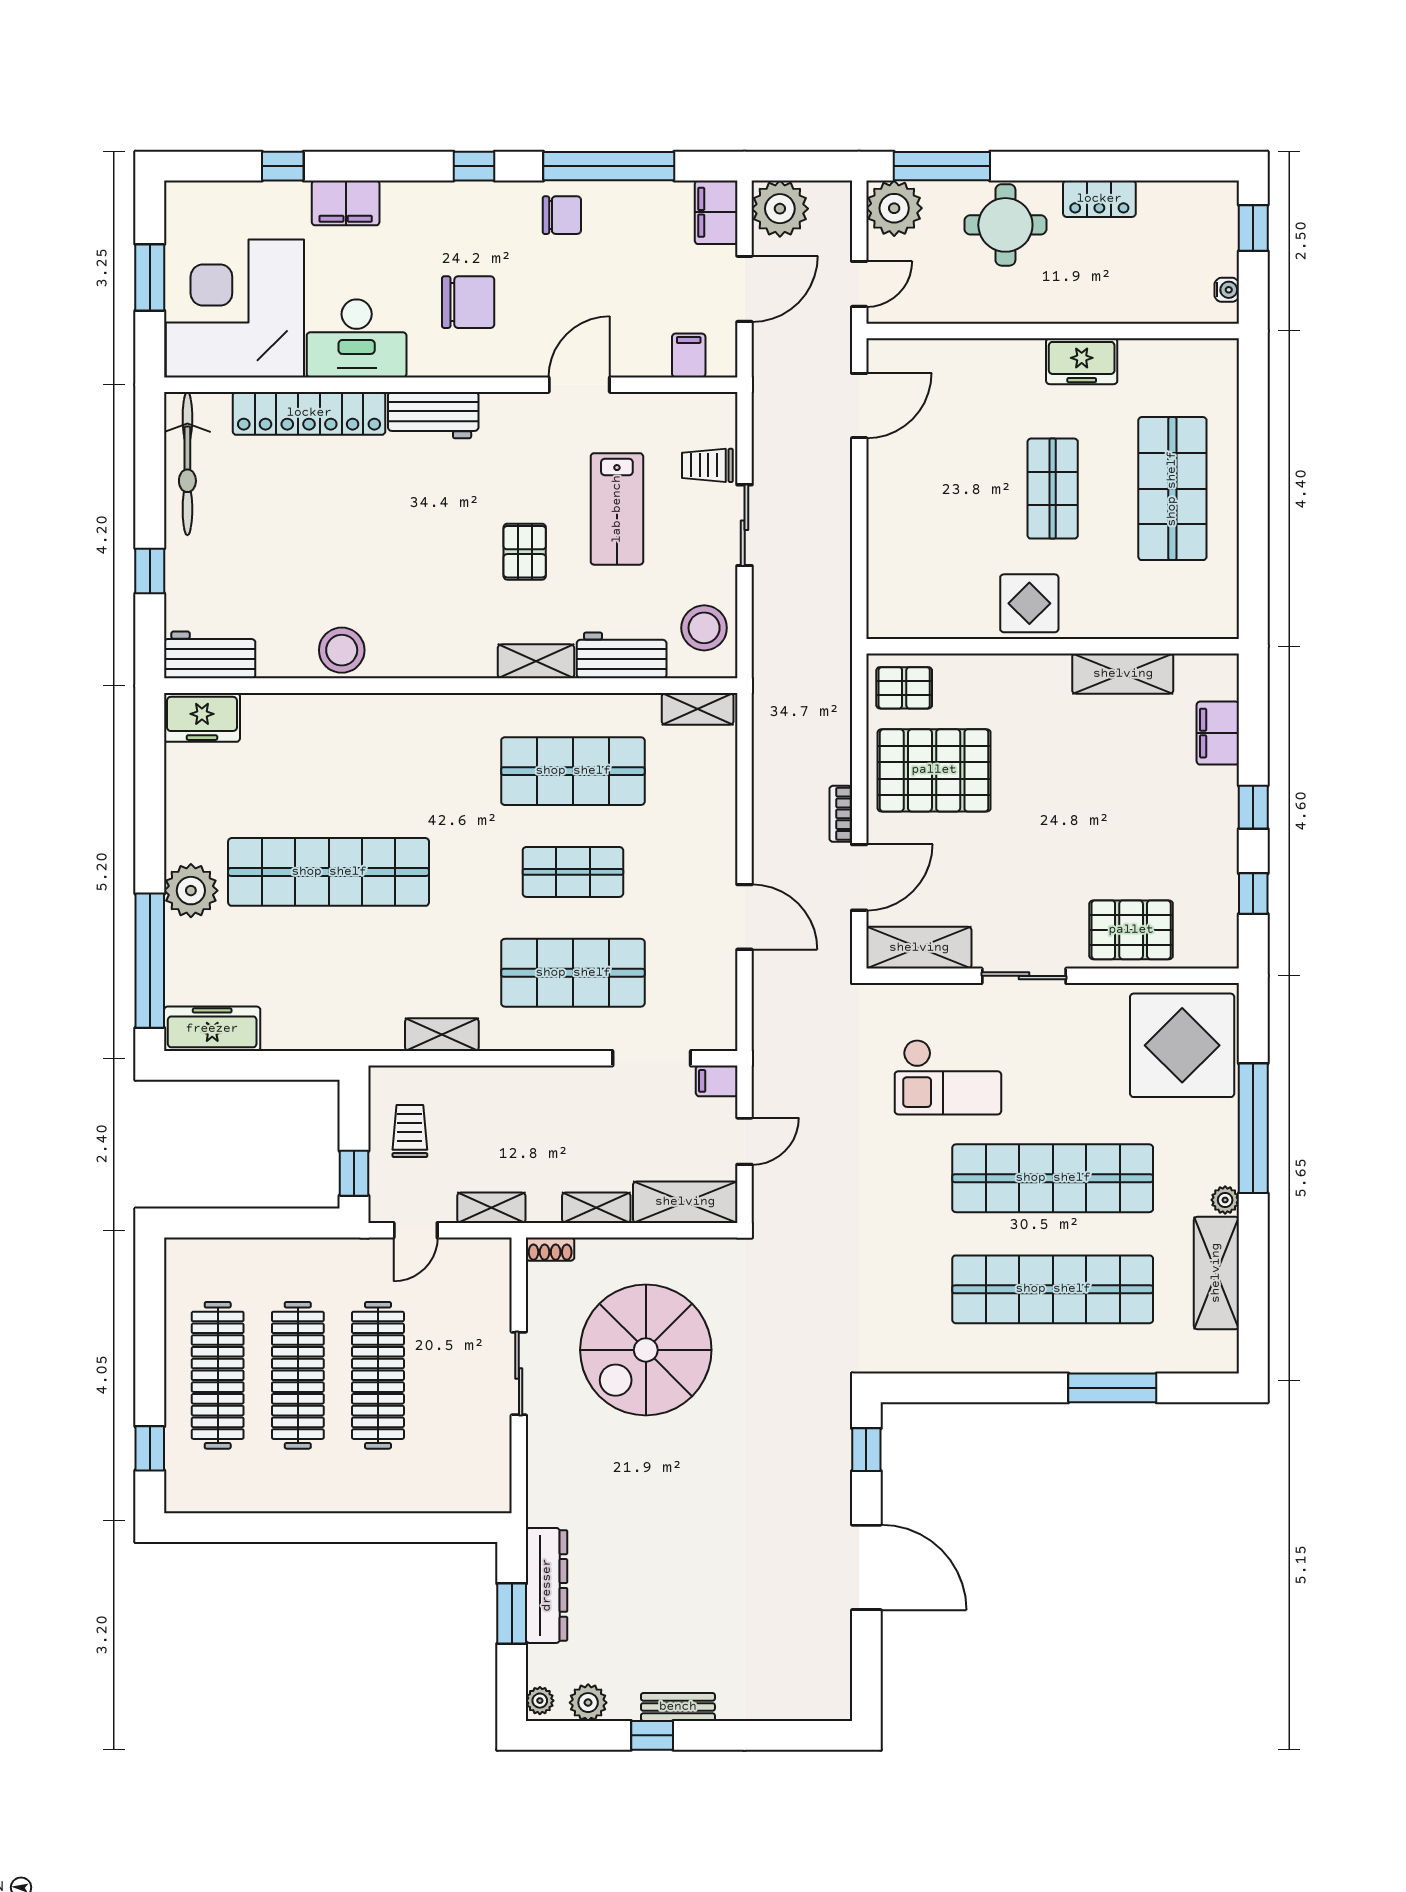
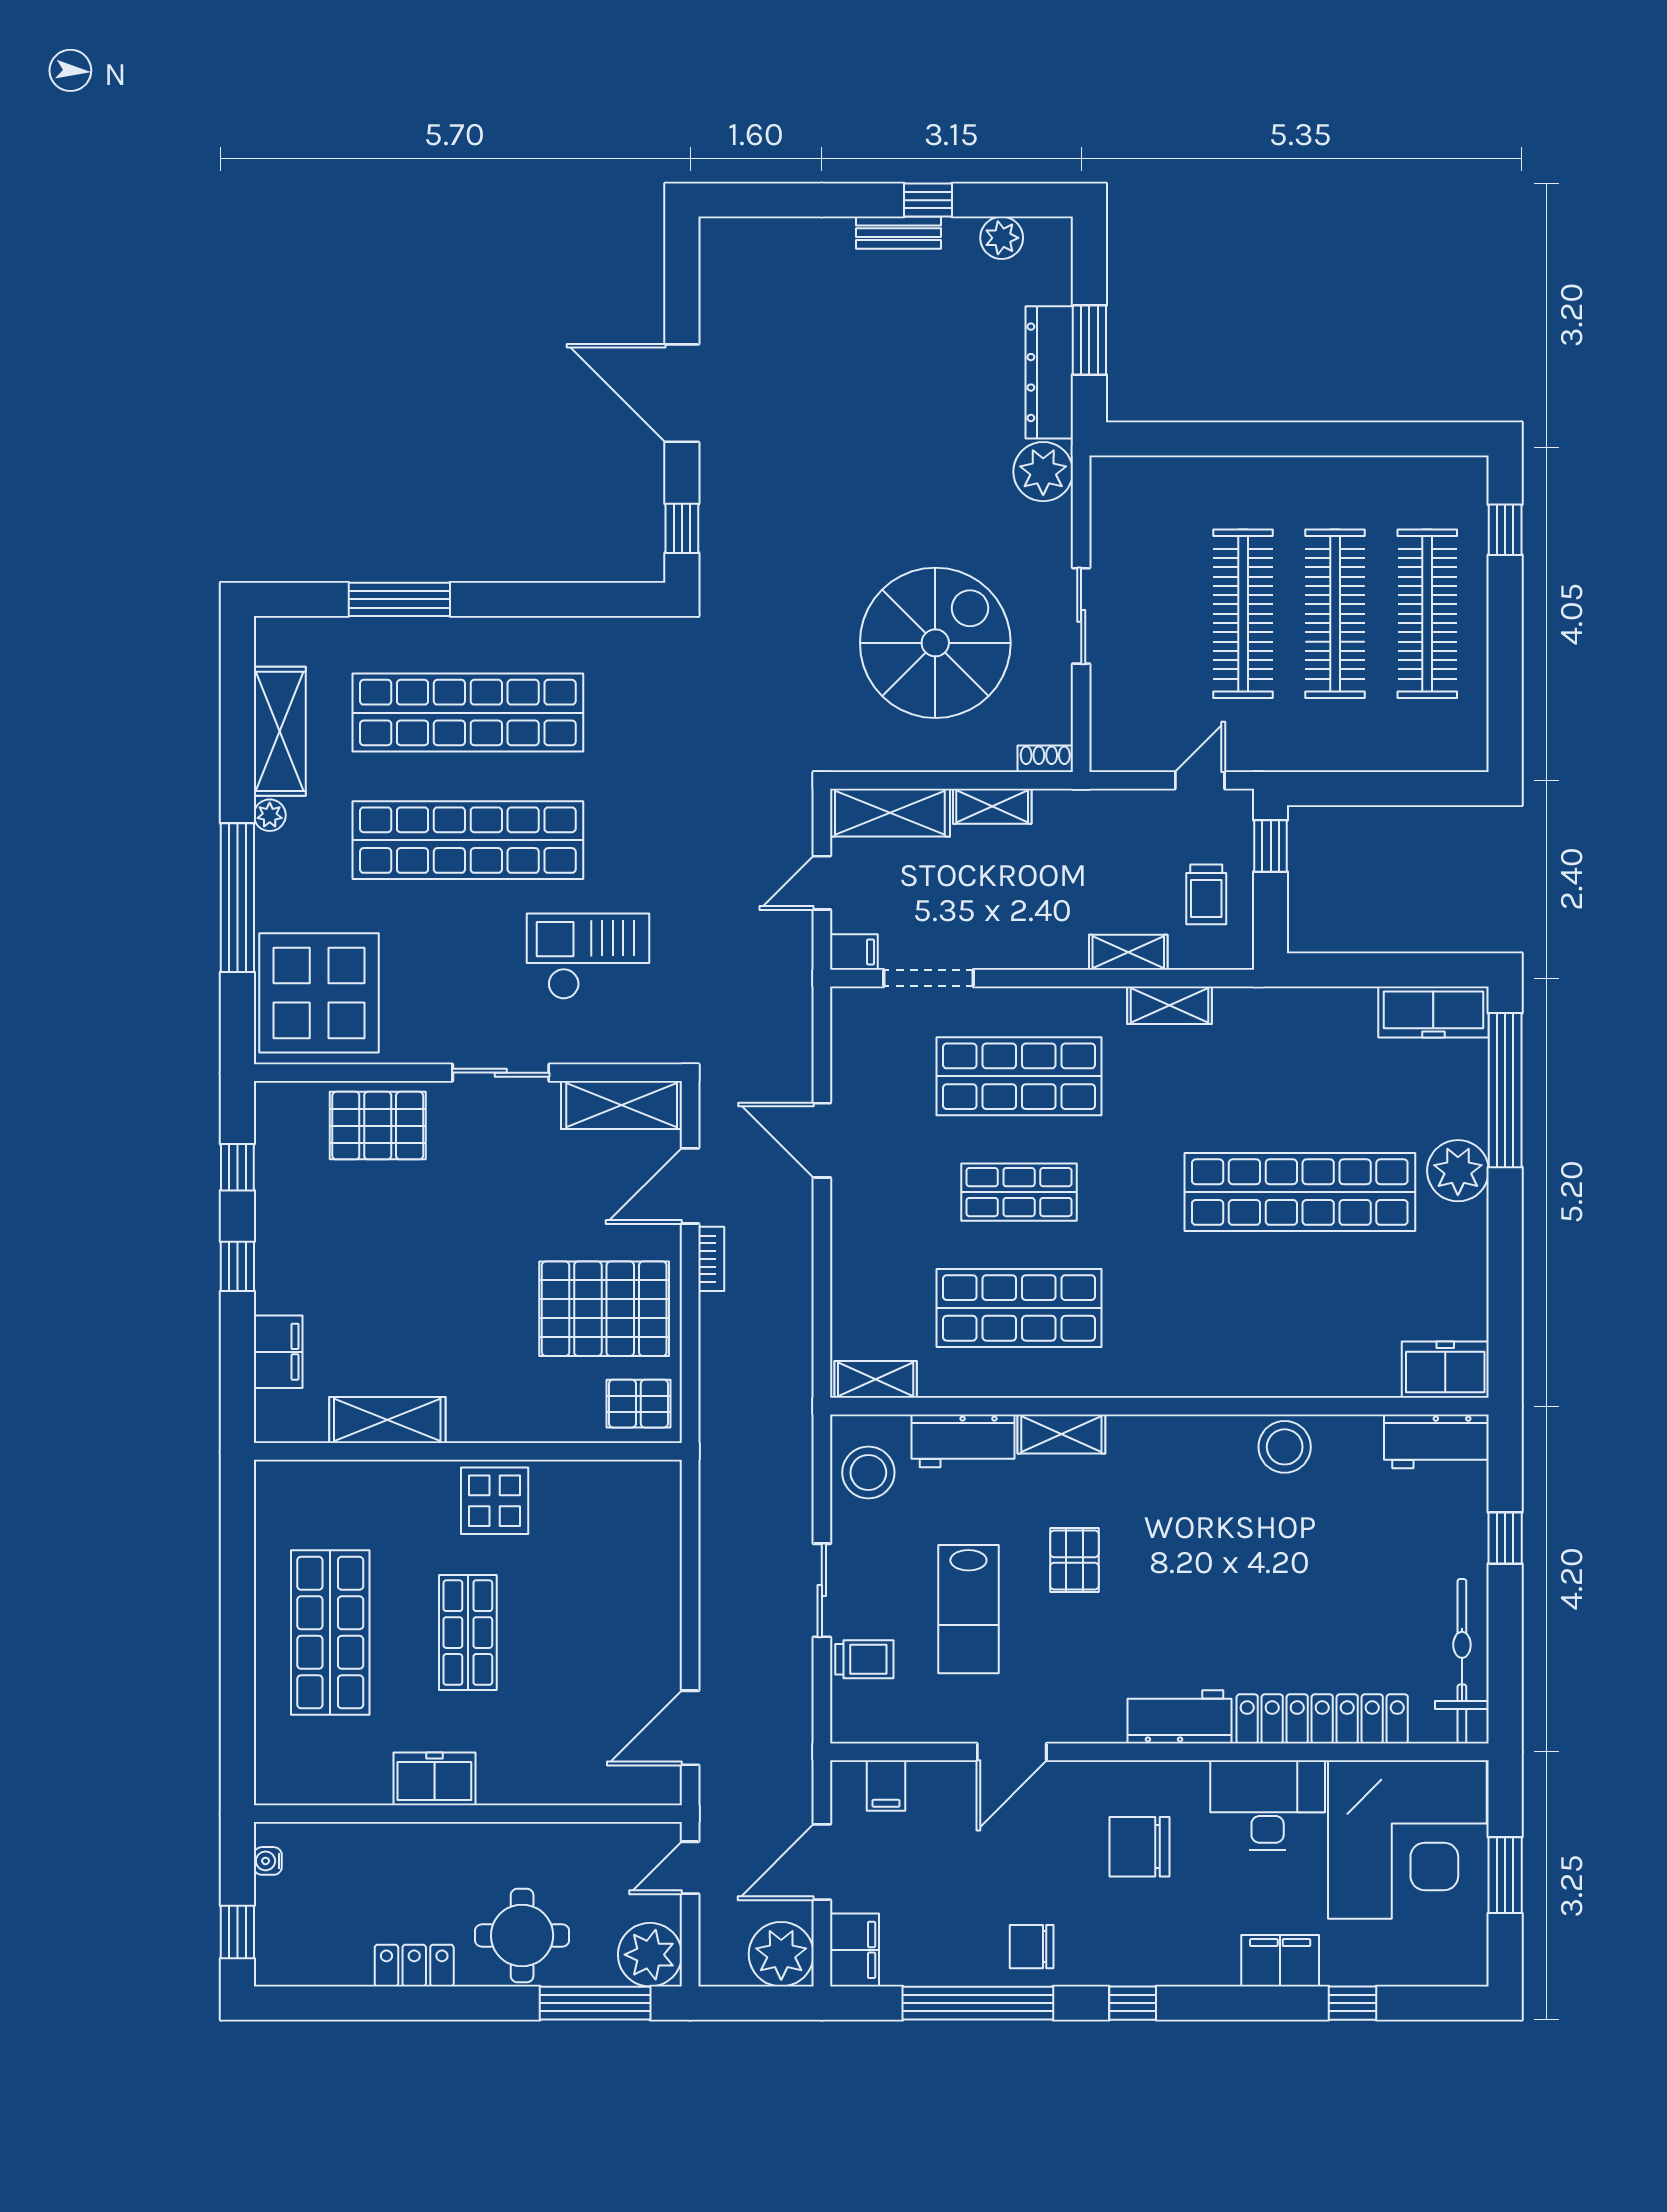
lab bench: (617, 509) -> (968, 1609), turned 180
shelving: (491, 1208) -> (1128, 952), moved
plant: (540, 1701) -> (1043, 472), moved, width x1.87, depth x1.87

